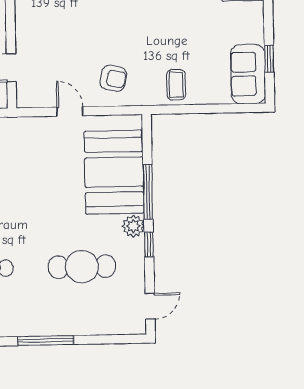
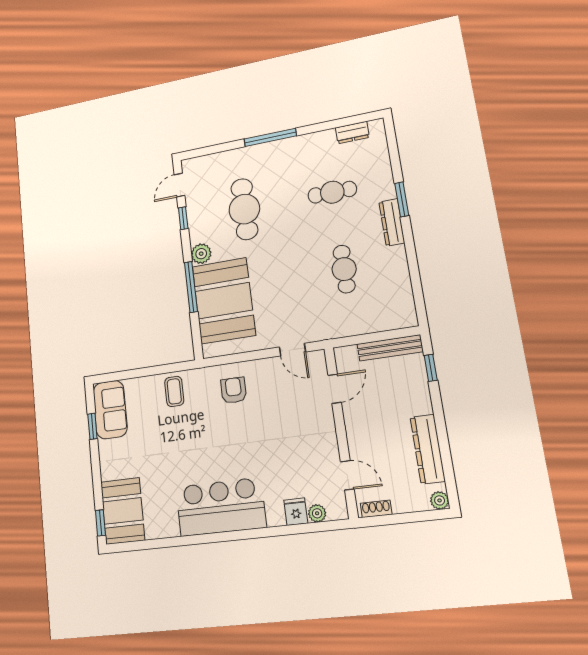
armchair: (113, 78) -> (234, 390), turned 78
door: (70, 111) -> (292, 350), moved
window: (149, 244) -> (183, 218), moved
cafe table: (82, 267) -> (244, 209), turned 90

